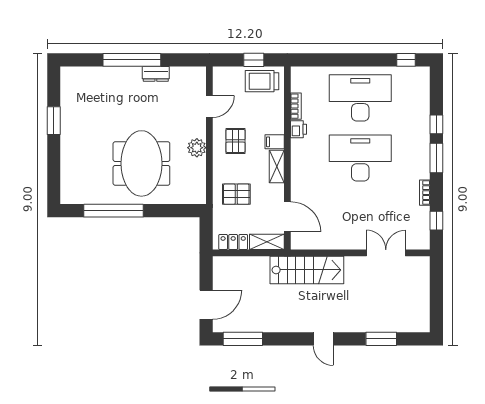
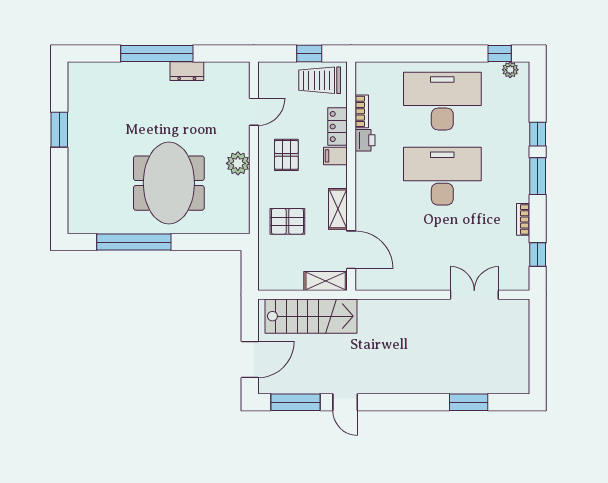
plant: (415, 73) -> (510, 70), added
shelving: (277, 166) -> (338, 209), moved
locker: (233, 242) -> (338, 127), moved, turned -90
stairs: (307, 270) -> (311, 316), moved
door: (323, 339) -> (345, 402), moved

